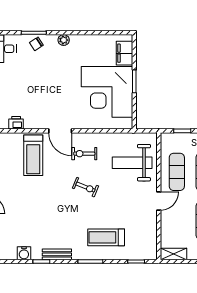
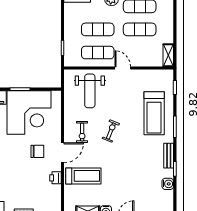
chair: (62, 102) -> (37, 151), added
printer: (16, 123) -> (56, 178), moved
treadmill: (106, 237) -> (154, 113), width x1.37, depth x1.38

